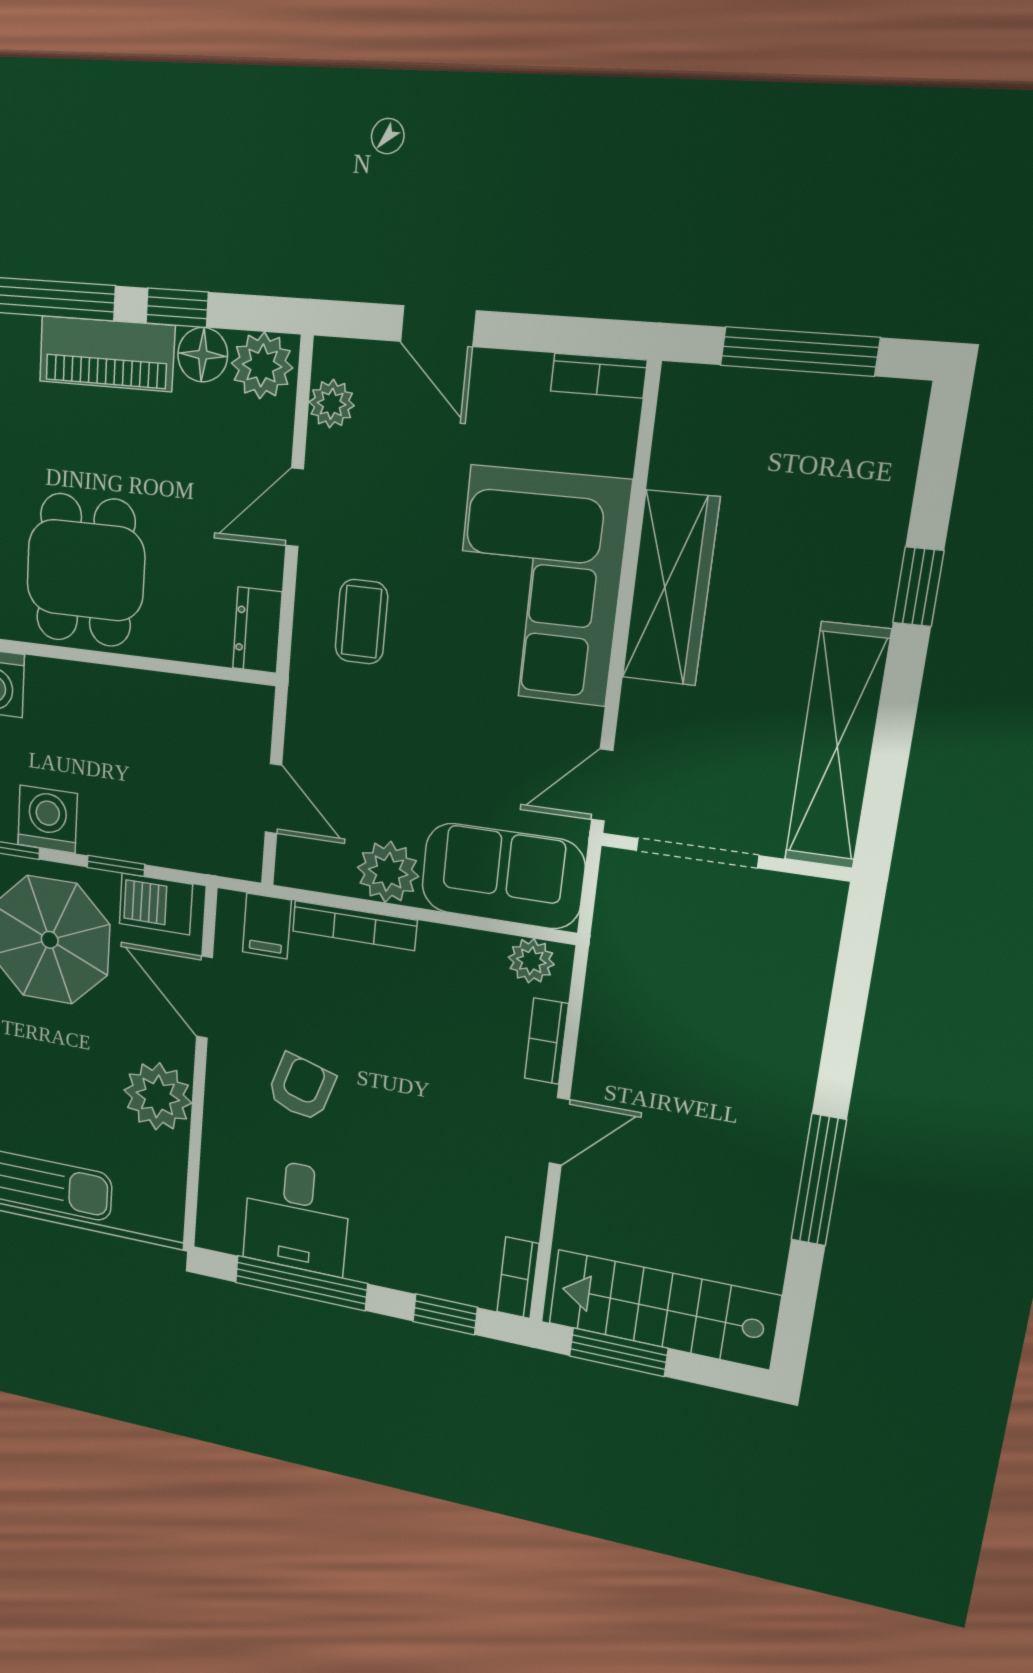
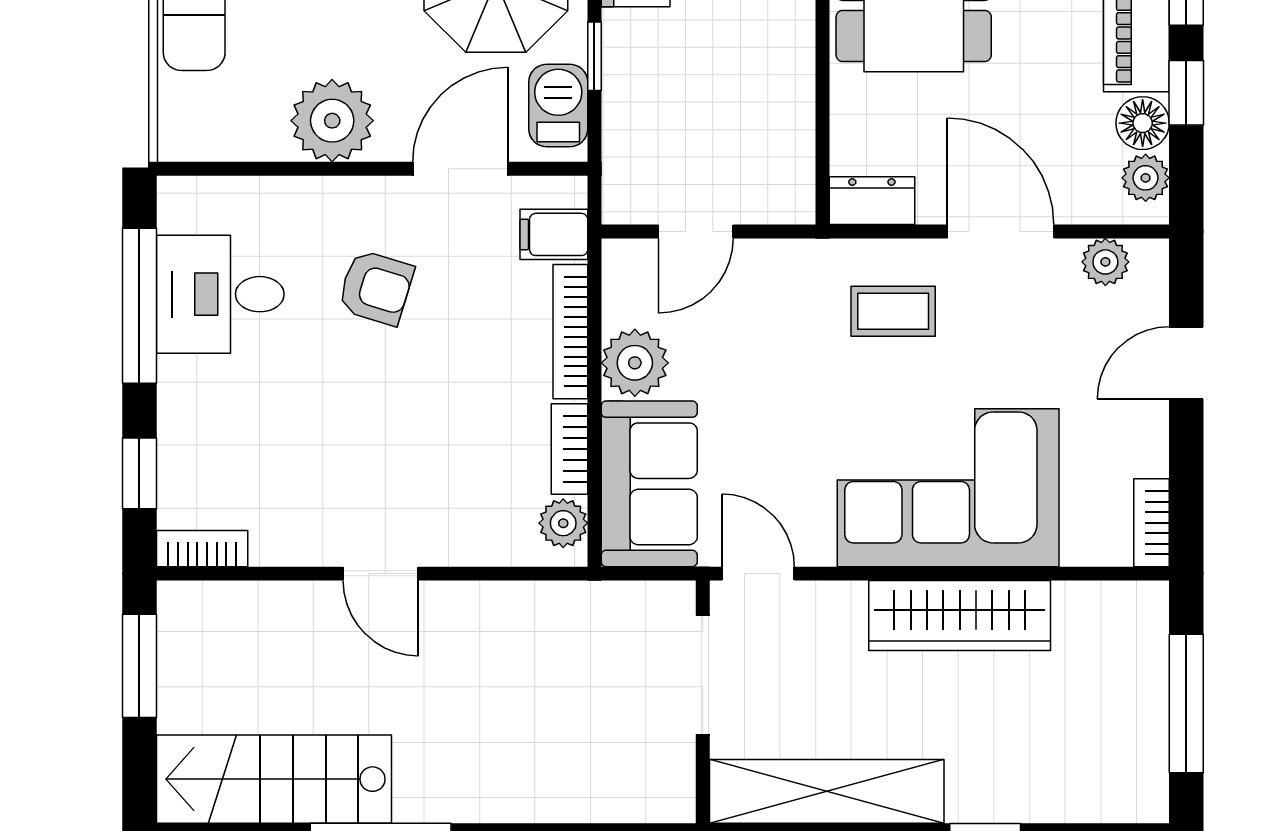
plant: (262, 366) -> (1146, 178), width x0.73, depth x0.73
door: (295, 508) -> (1001, 232), width x1.38
bookcase: (546, 1041) -> (569, 449), moved, turned -90
stairs: (663, 1309) -> (274, 779), moved, turned -90

